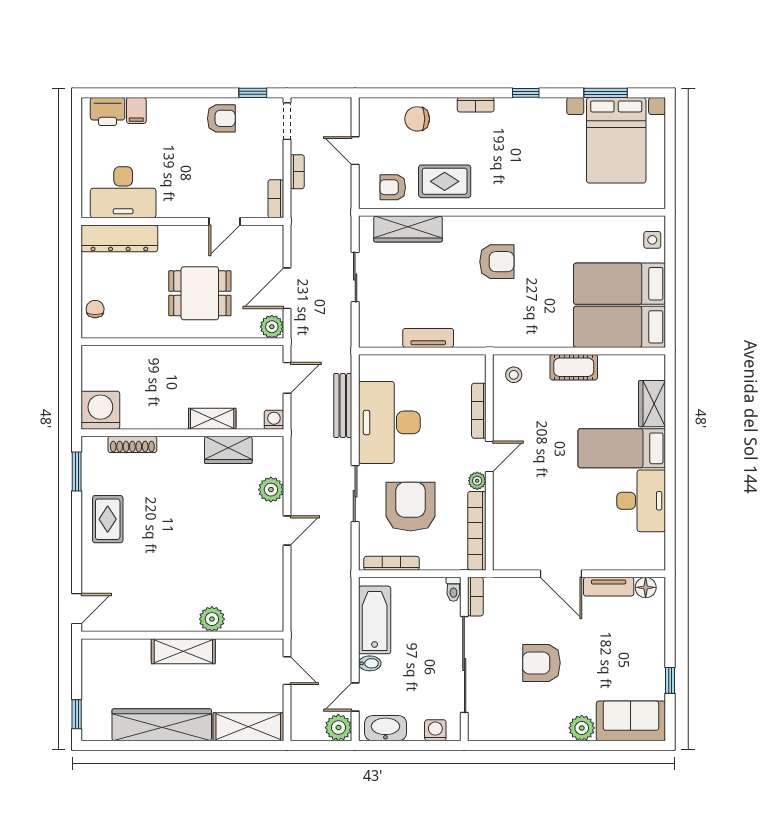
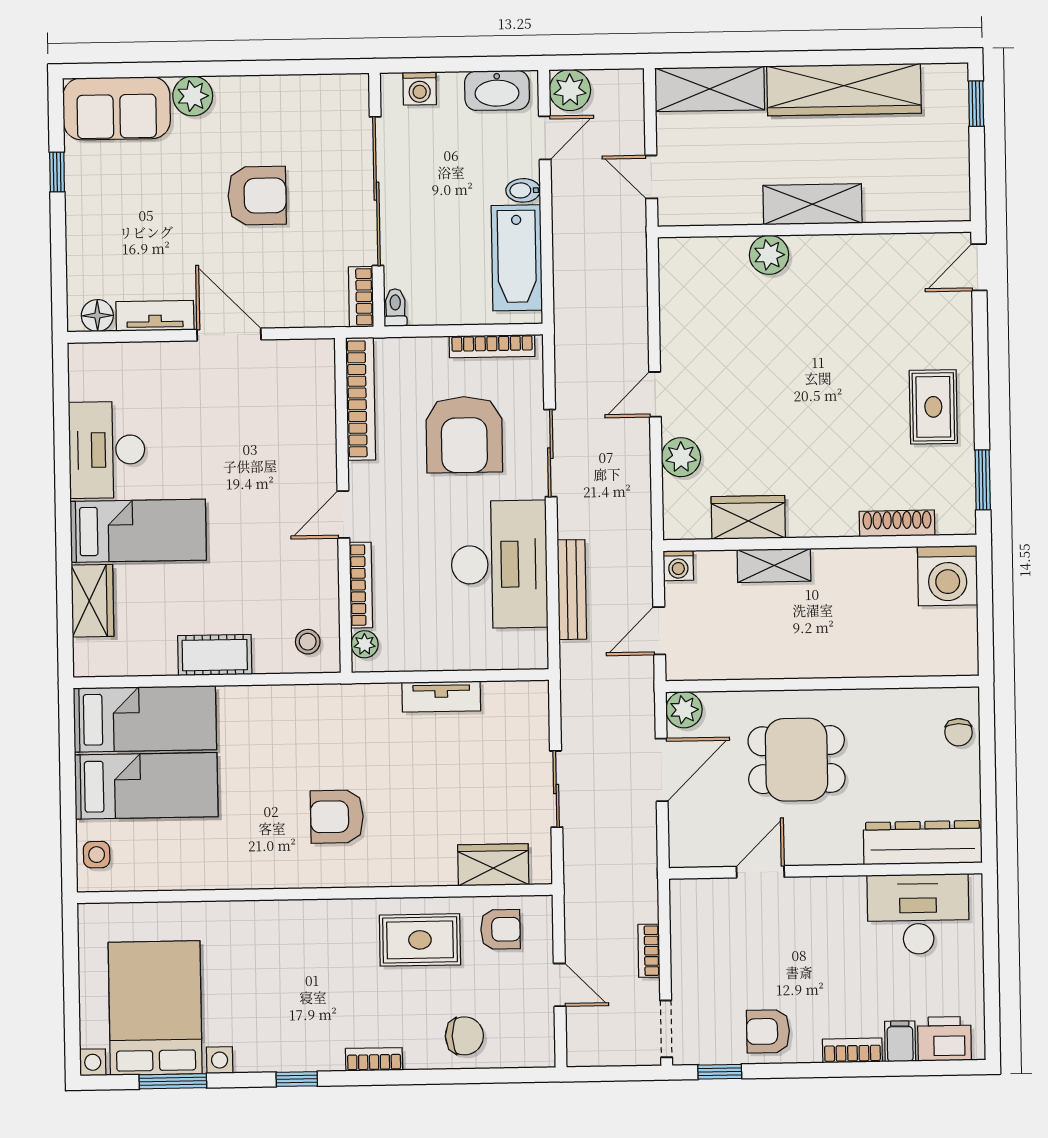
bookcase: (276, 199) -> (852, 1050), moved, turned -90
wardrobe: (408, 229) -> (493, 865), width x0.67
plant: (477, 481) -> (365, 644), moved

